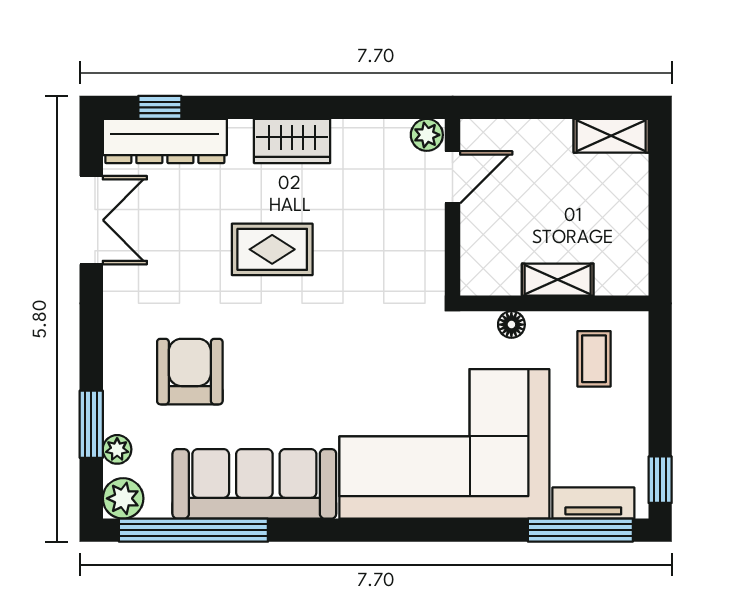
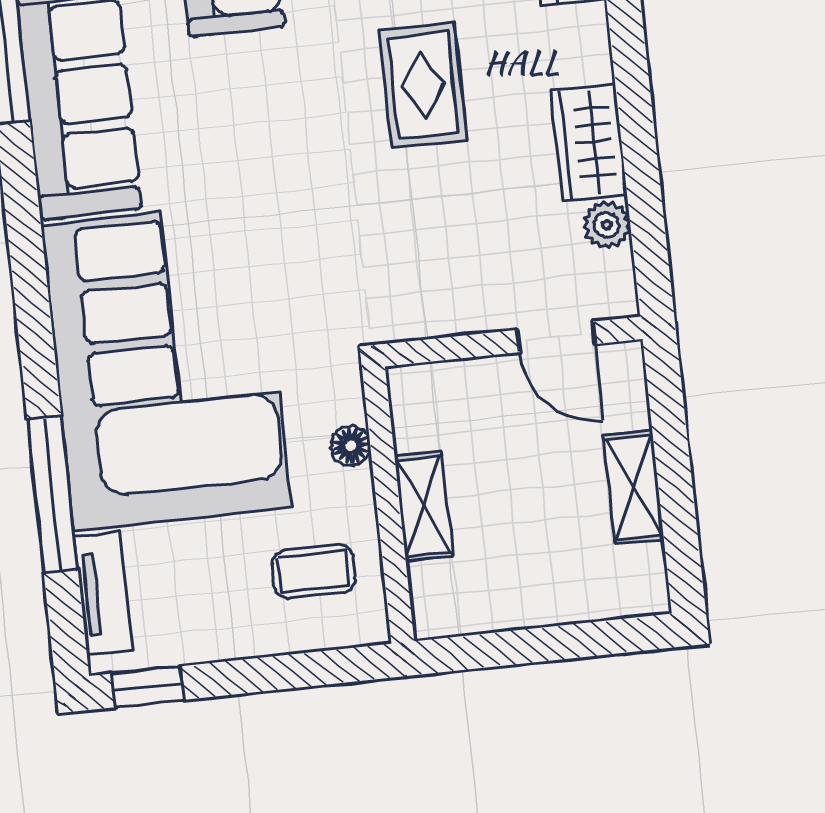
plant: (427, 135) -> (607, 225), moved
shelving: (611, 136) -> (634, 487), moved
wardrobe: (292, 141) -> (589, 142), moved
window: (580, 530) -> (53, 494), moved

